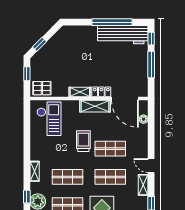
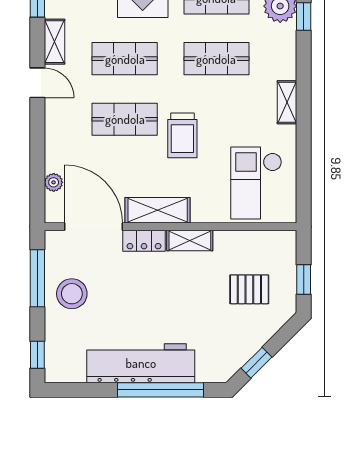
window: (112, 22) -> (160, 390), moved
workbench: (123, 35) -> (141, 363), moved
window: (39, 44) -> (257, 363), moved
window: (151, 64) -> (37, 278), moved
stool: (135, 67) -> (72, 294), added
pallet: (42, 88) -> (249, 289), moved
shelving: (35, 171) -> (287, 102), moved

